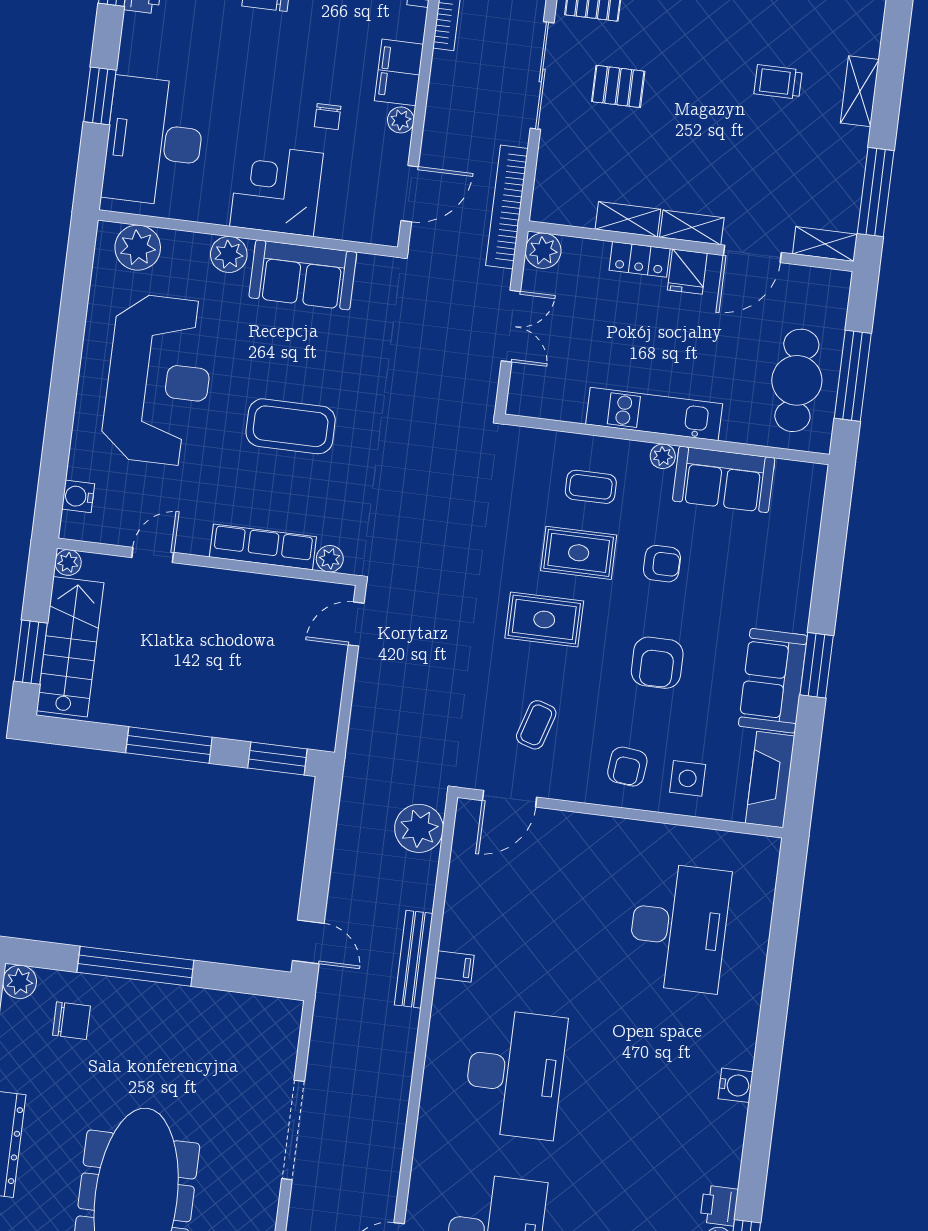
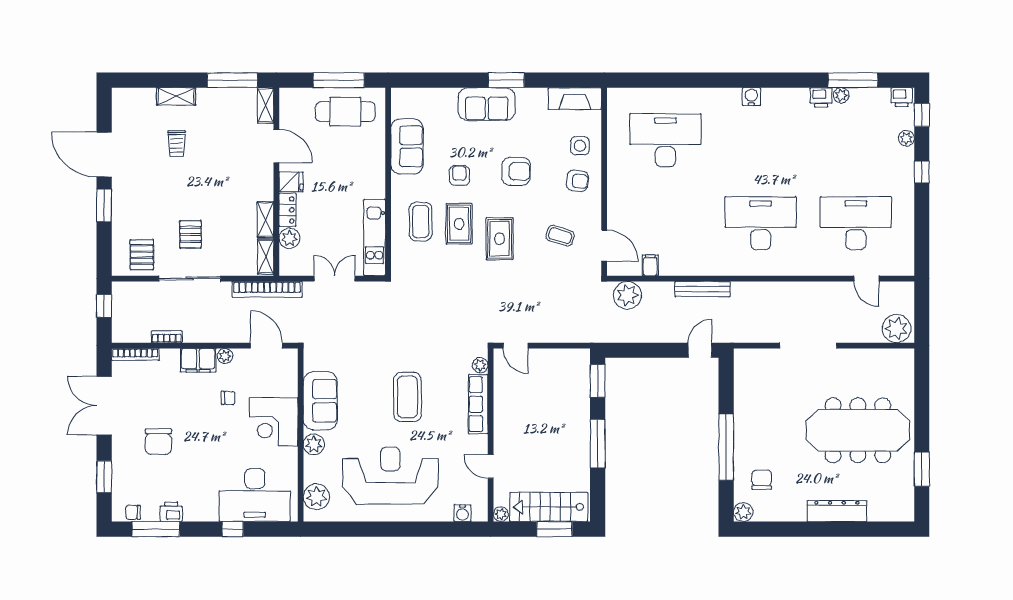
window: (100, 96) -> (233, 529), width x0.67
shelving: (692, 227) -> (266, 257), moved
plant: (543, 251) -> (289, 238), moved
kitchen unit: (654, 414) -> (375, 238), moved
plant: (663, 456) -> (398, 183), removed
coffee table: (591, 487) -> (421, 222), width x1.36, depth x1.30
sofa: (773, 681) -> (487, 104), moved
filing cabinet: (454, 966) -> (650, 265), moved

